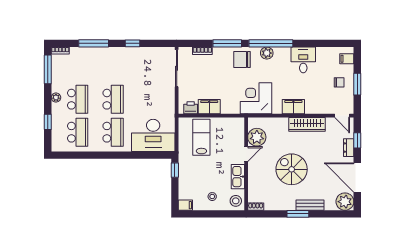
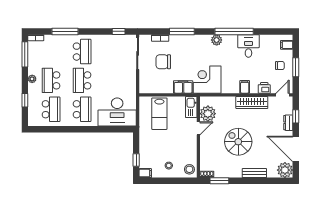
window: (132, 43) -> (119, 31), moved
window: (271, 43) -> (234, 31), moved
chair: (242, 60) -> (163, 62), moved
school desk: (113, 66) -> (82, 52), added
school desk: (78, 99) -> (51, 80), turned 180
school desk: (113, 99) -> (82, 80), turned 180
filing cabinet: (209, 107) -> (183, 87), moved
filing cabinet: (293, 107) -> (245, 87), width x0.50
printer: (191, 108) -> (264, 88), moved
door: (342, 116) -> (282, 95), swing flipped
lab bench: (201, 137) -> (159, 114), turned 180
window: (175, 170) -> (136, 160), moved
kitchen sink: (238, 177) -> (191, 107), moved
window: (298, 214) -> (219, 181), moved

